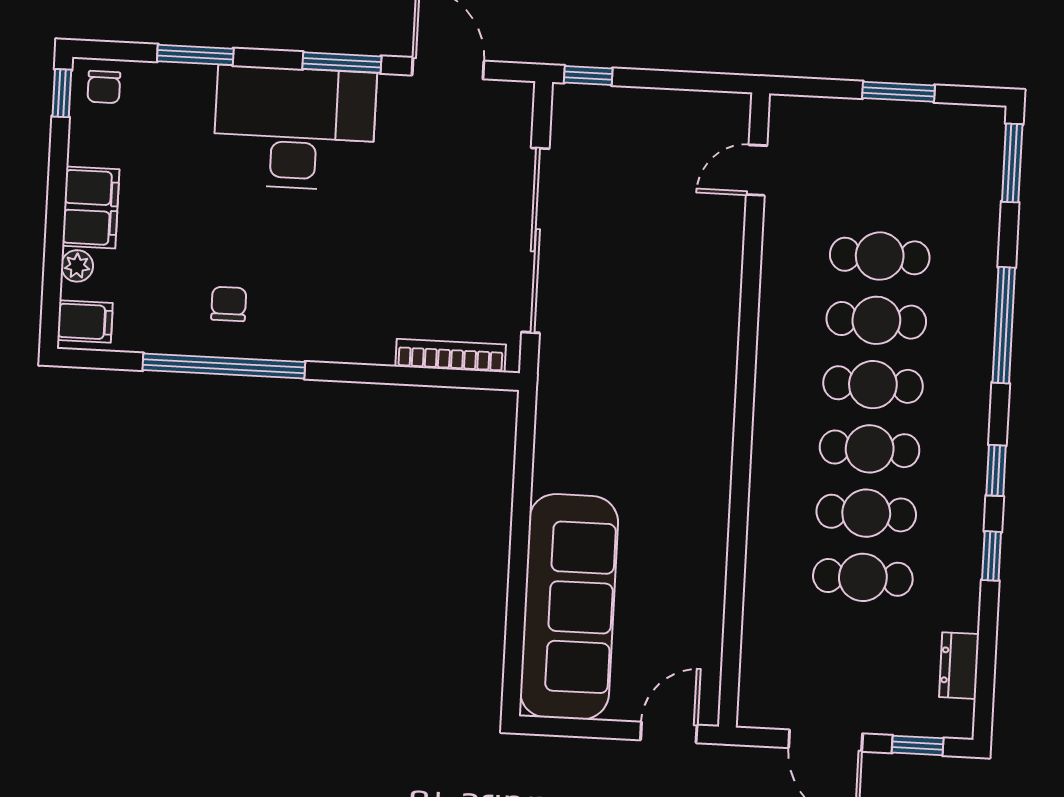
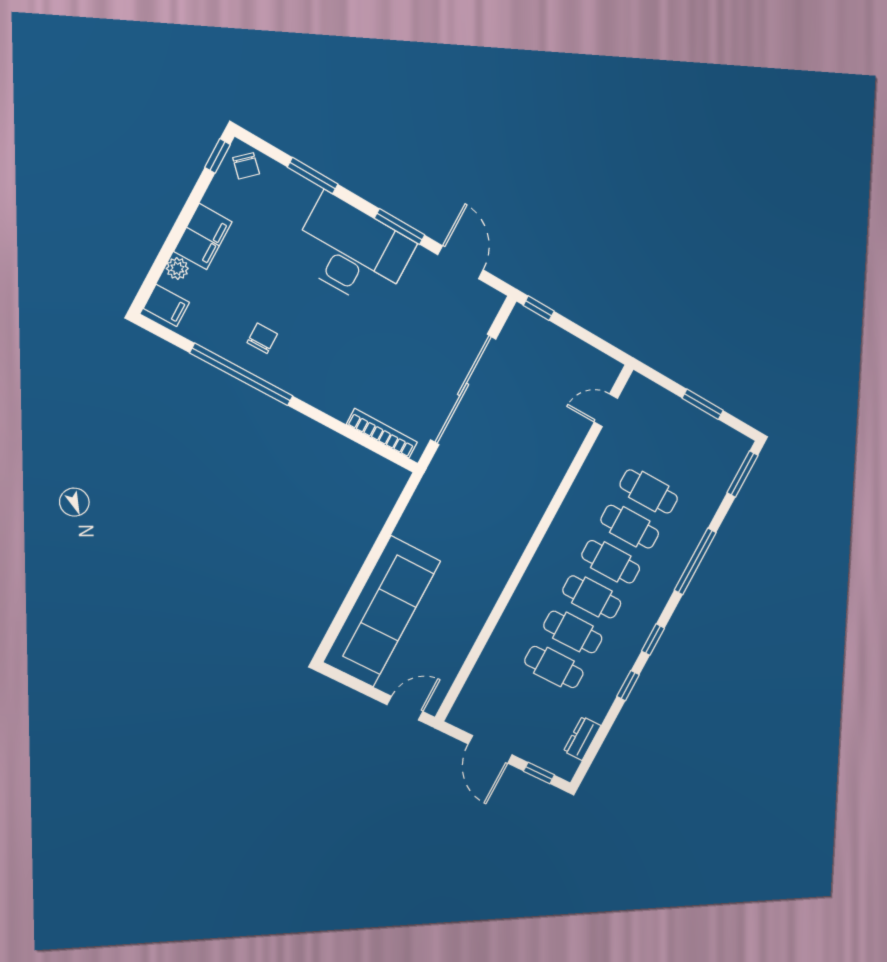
chair: (104, 87) -> (246, 166), turned -44

